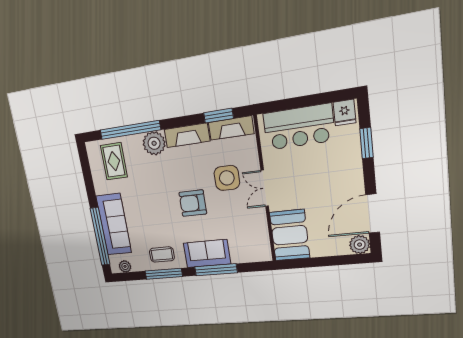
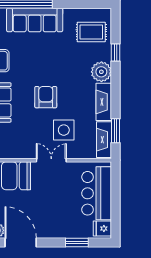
window: (130, 130) -> (116, 52), width x0.32

